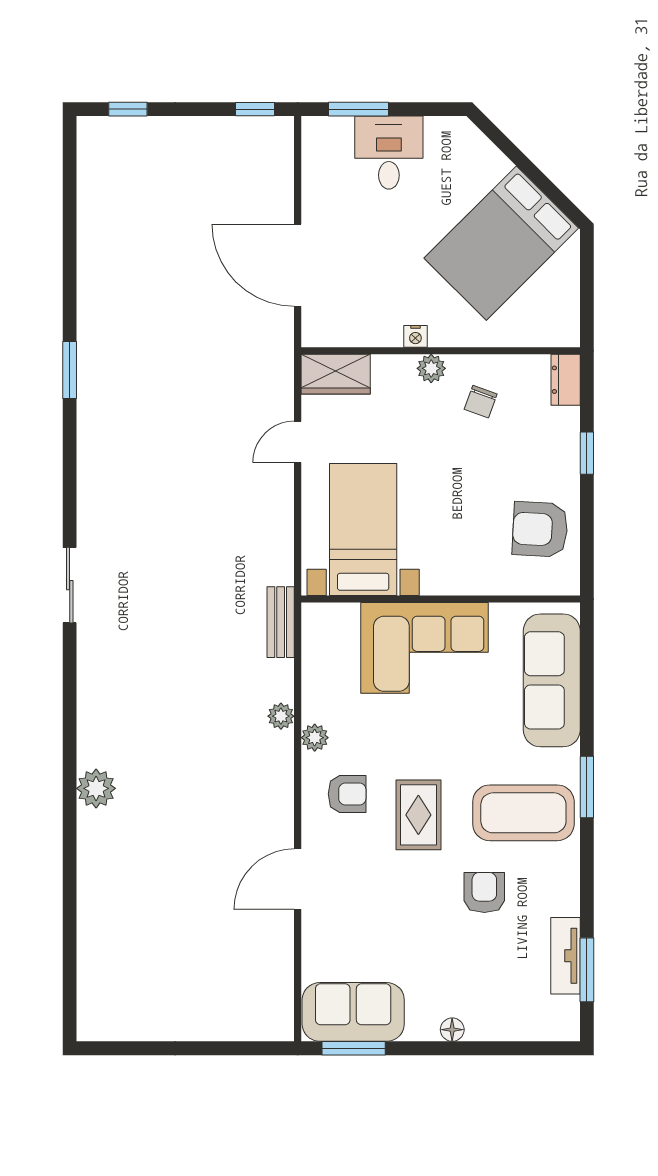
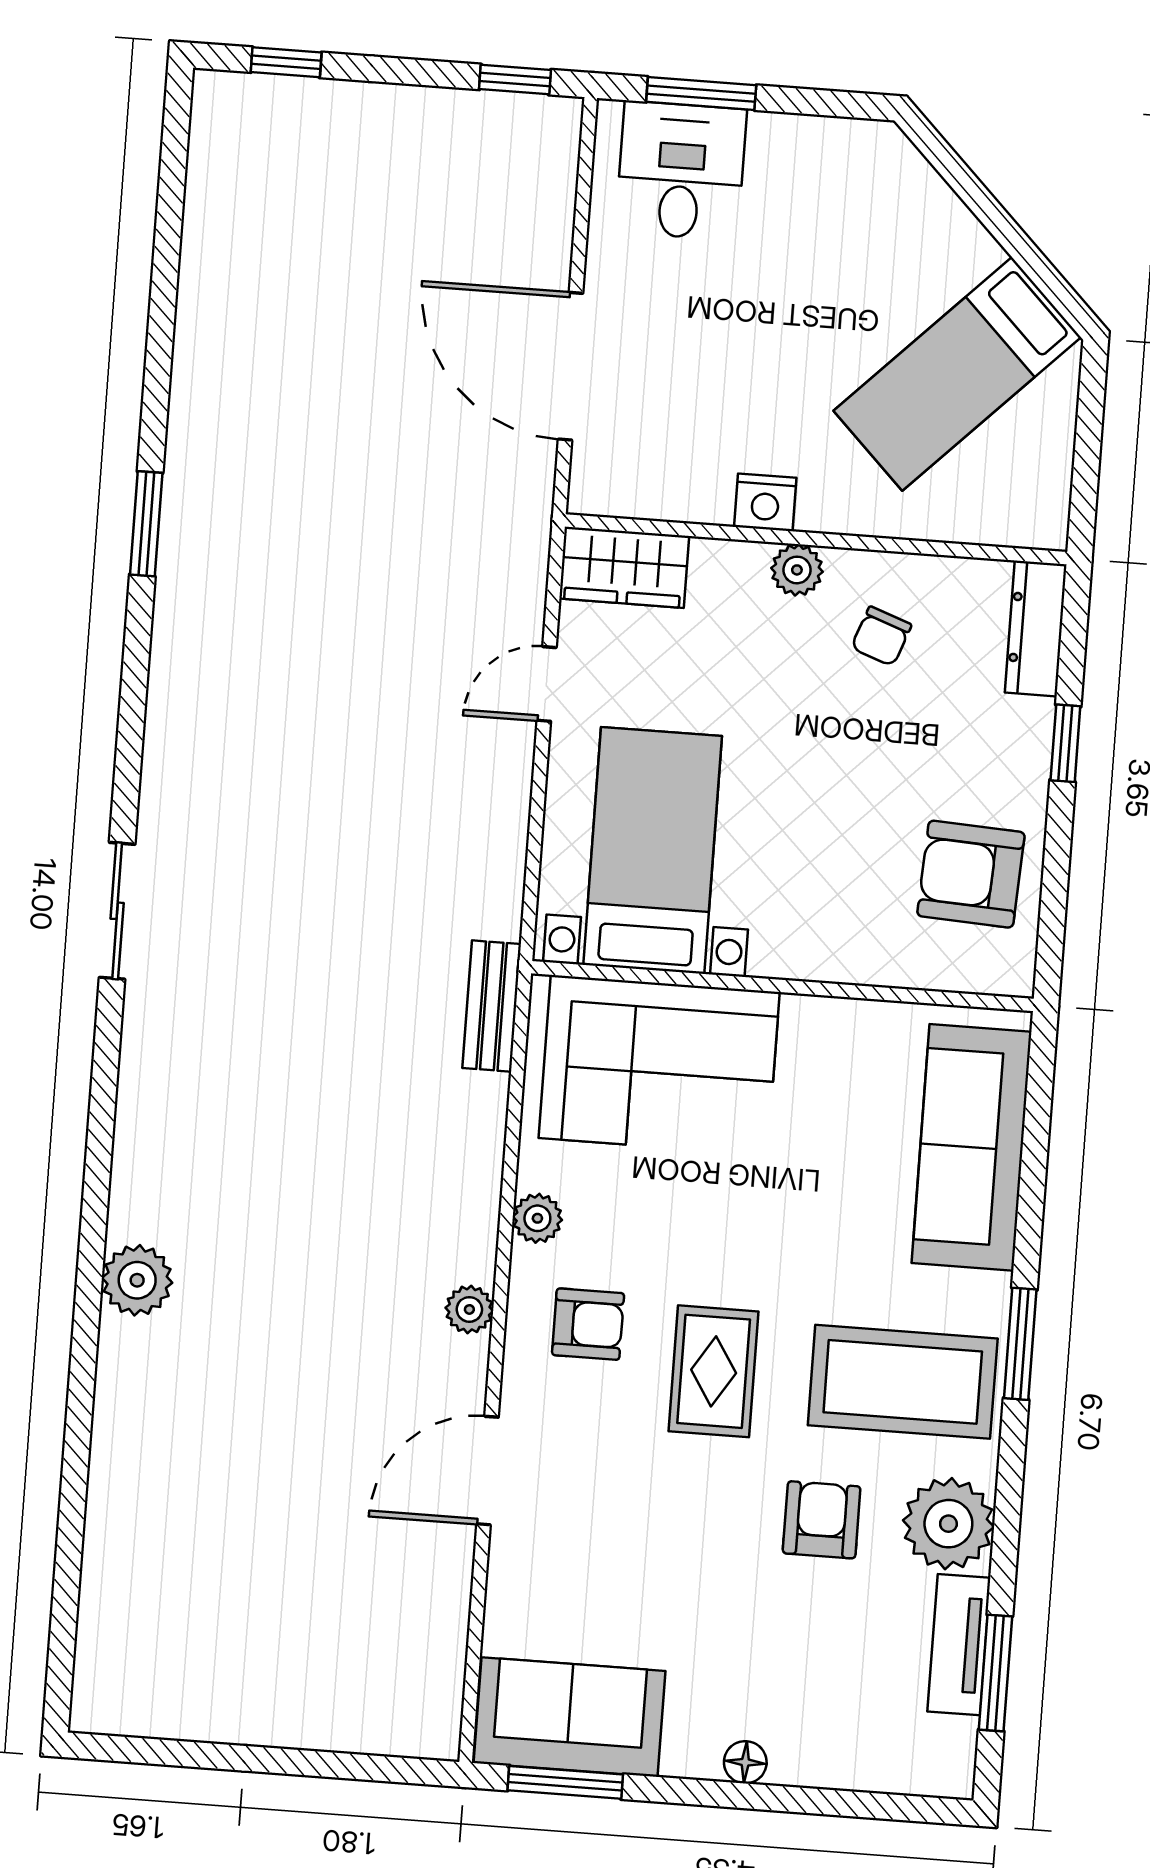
desk: (389, 153) -> (681, 171), moved
bed: (501, 243) -> (957, 374), width x0.67
nightstand: (415, 336) -> (765, 502), width x1.39, depth x1.35
dresser: (566, 380) -> (1036, 628), width x1.44
corner sofa: (424, 648) -> (659, 1065), moved
plant: (281, 716) -> (469, 1309), moved
plant: (555, 889) -> (948, 1524), added

